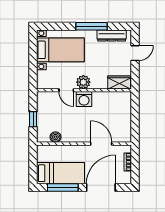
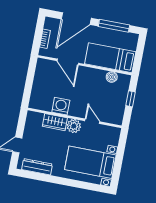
window: (92, 26) -> (55, 180), removed
wardrobe: (119, 82) -> (55, 122), moved
washing machine: (84, 99) -> (61, 106), moved
bed: (60, 173) -> (110, 58), moved

